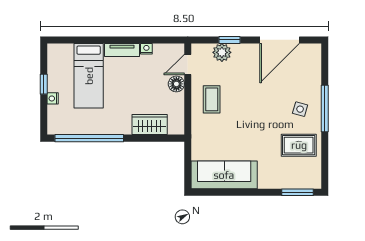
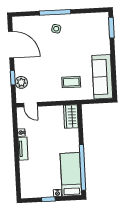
bed: (89, 76) -> (71, 174), moved, turned -90
floor lamp: (176, 84) -> (44, 112), removed
coffee table: (212, 99) -> (71, 82), moved
wardrobe: (150, 125) -> (71, 117), moved
rug: (299, 145) -> (80, 28), removed

